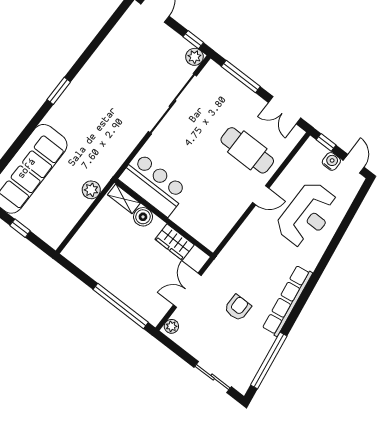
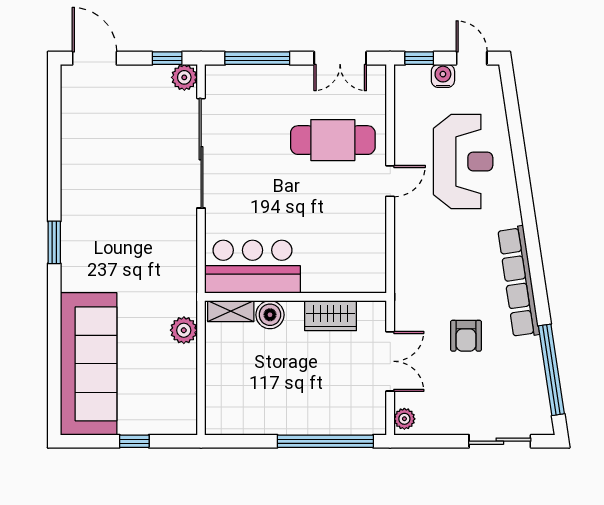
double door: (187, 290) -> (390, 361), swing flipped
armchair: (238, 308) -> (466, 336), turned 180

